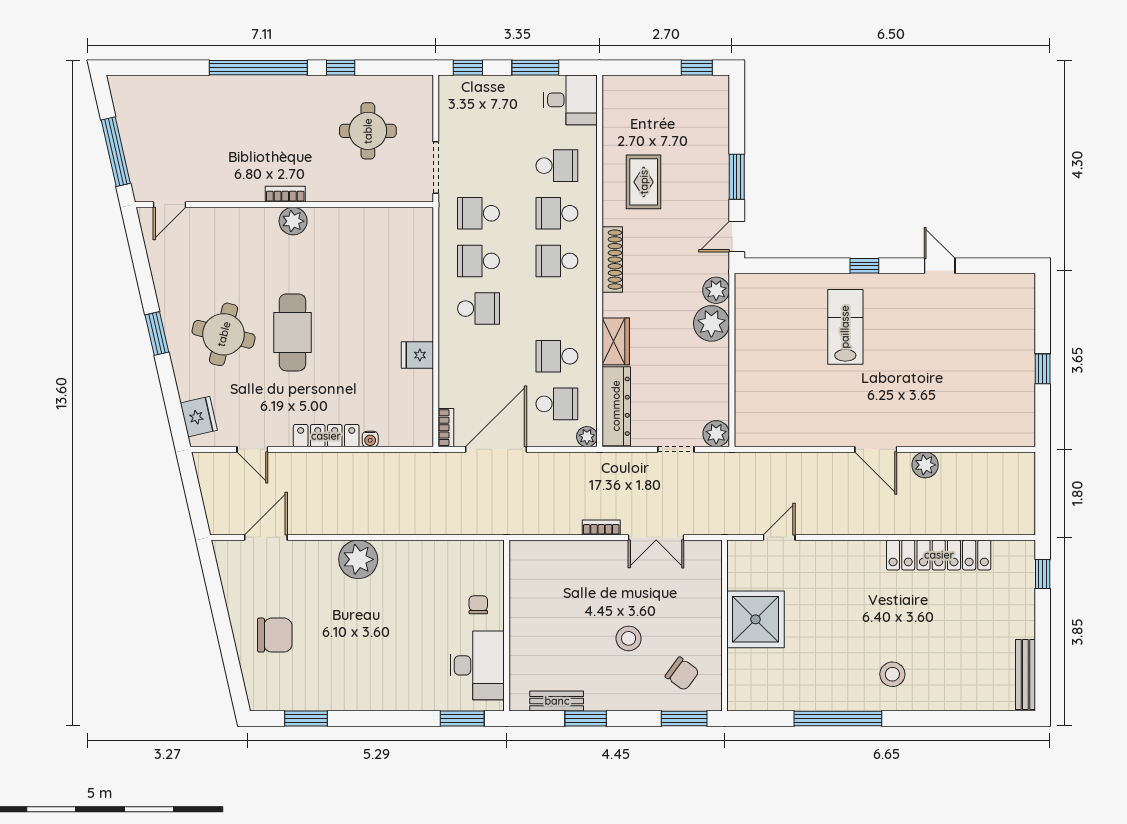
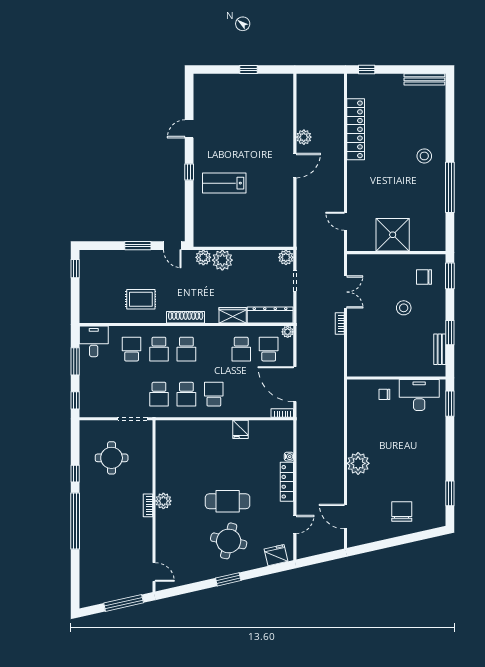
chair: (682, 674) -> (424, 277), turned -126

